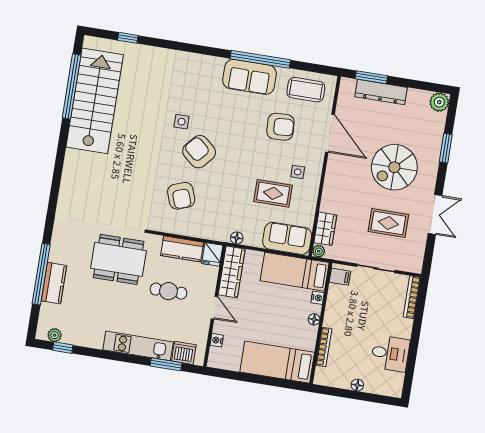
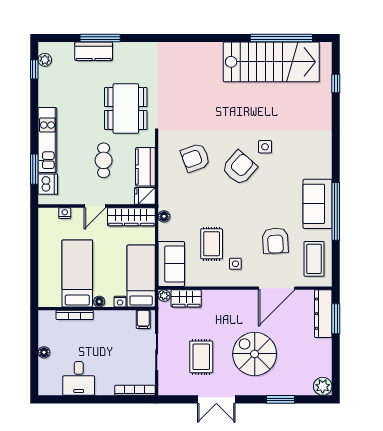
dresser: (381, 92) -> (323, 314), moved
window: (41, 274) -> (100, 38), width x0.68
bed: (277, 362) -> (77, 273), moved

